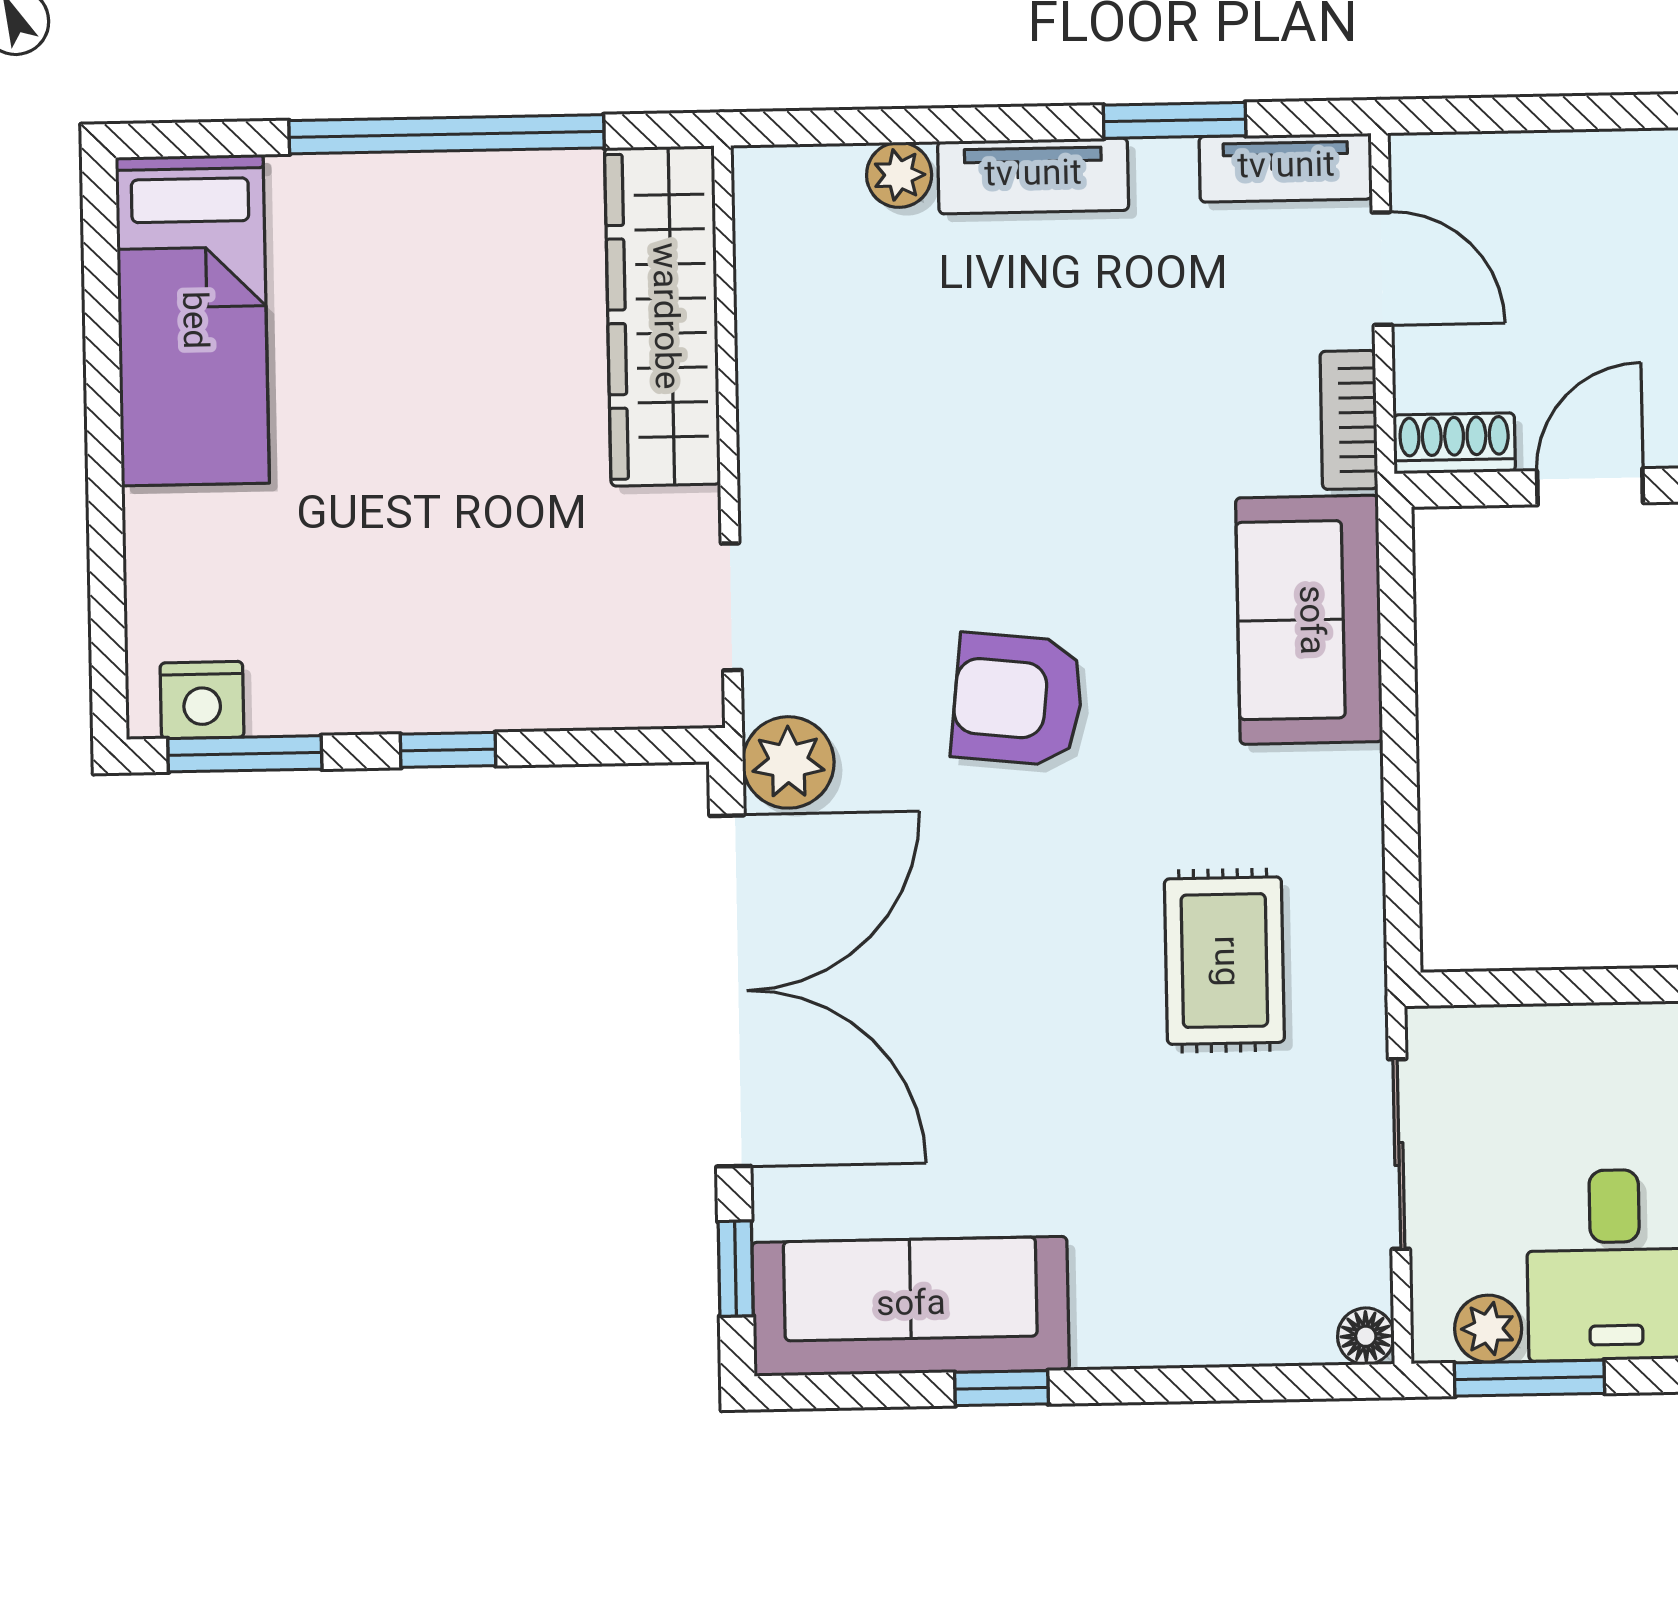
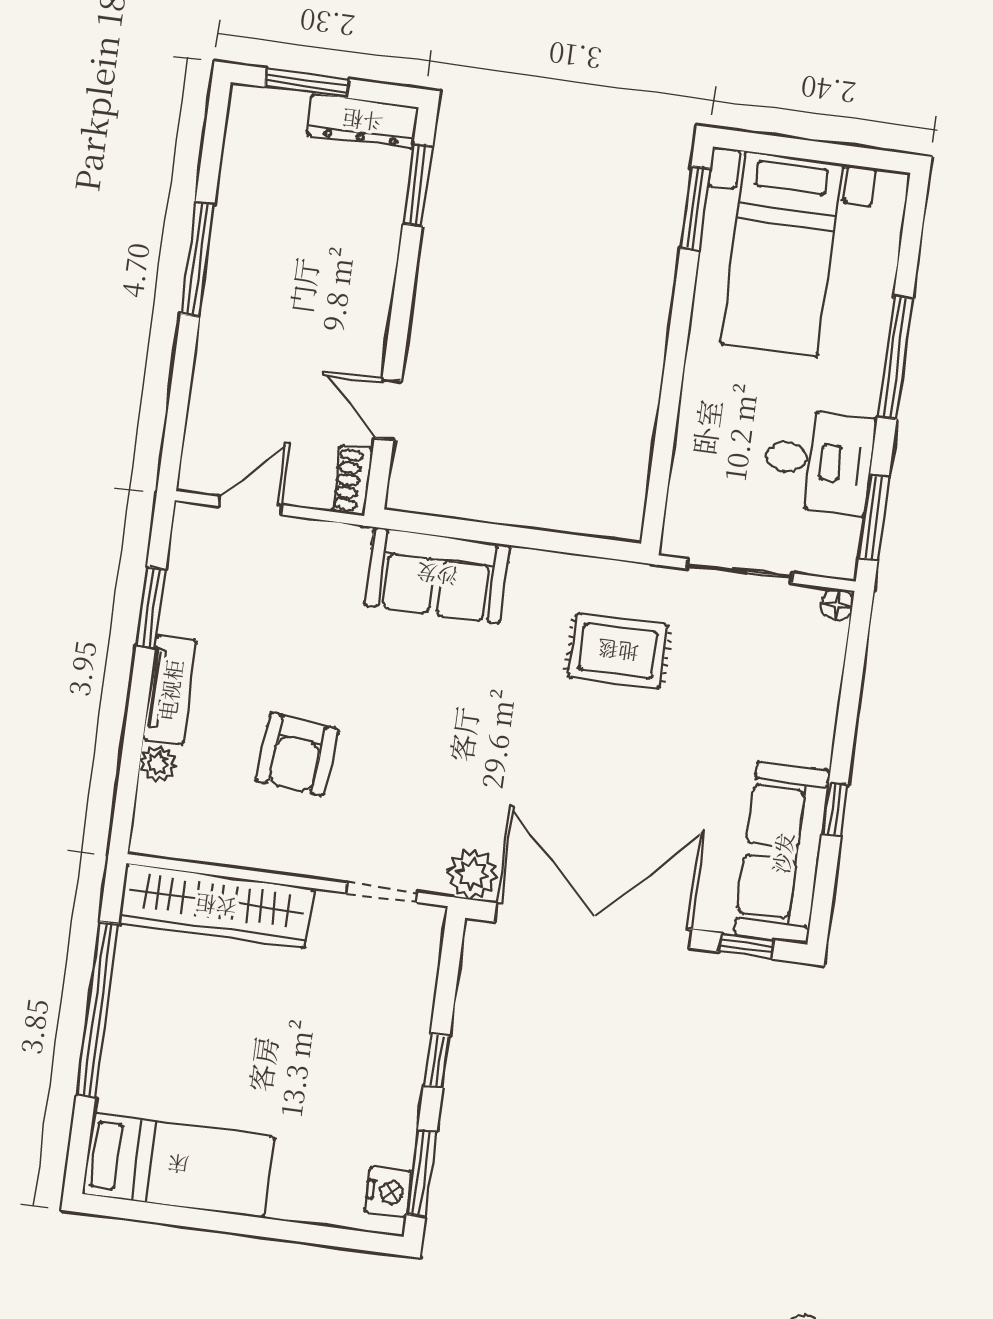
tv unit: (1286, 168) -> (186, 550), removed
bookcase: (1349, 420) -> (331, 537), removed
armchair: (1018, 700) -> (297, 754), moved
plant: (1488, 1329) -> (843, 536), removed

